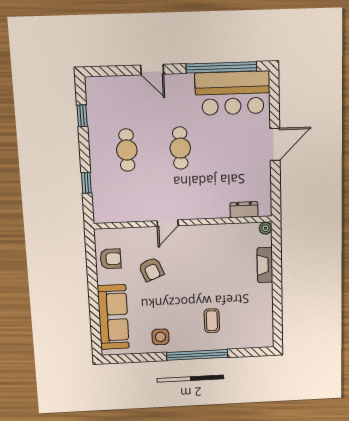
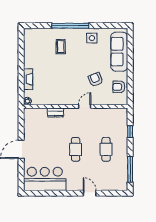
window: (221, 67) -> (51, 193), removed
window: (82, 116) -> (130, 169), width x2.17
dresser: (244, 210) -> (55, 113), moved

